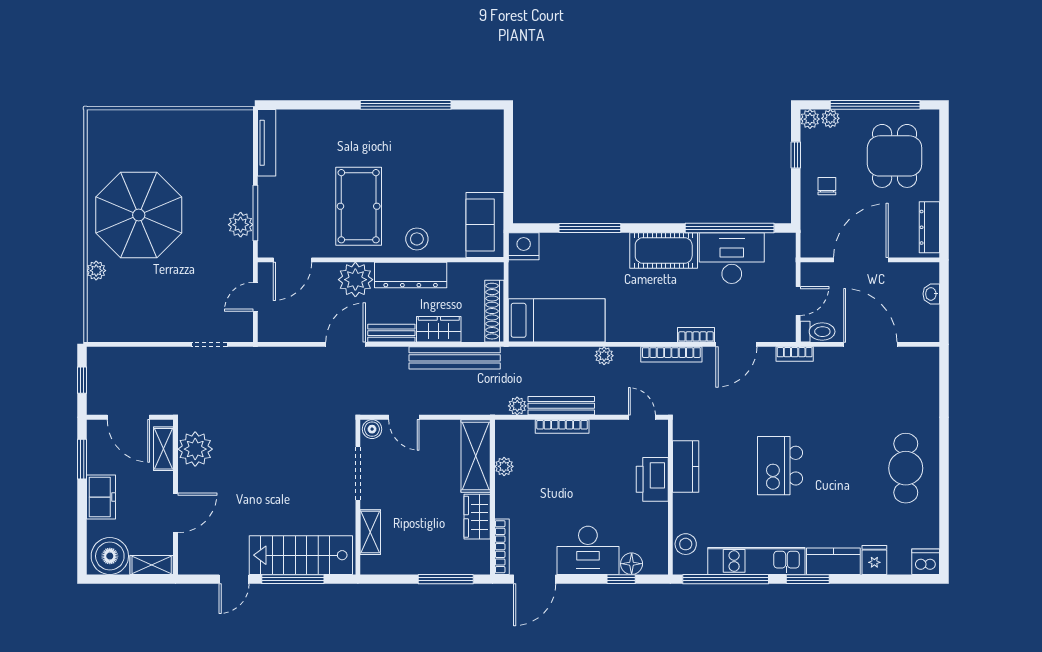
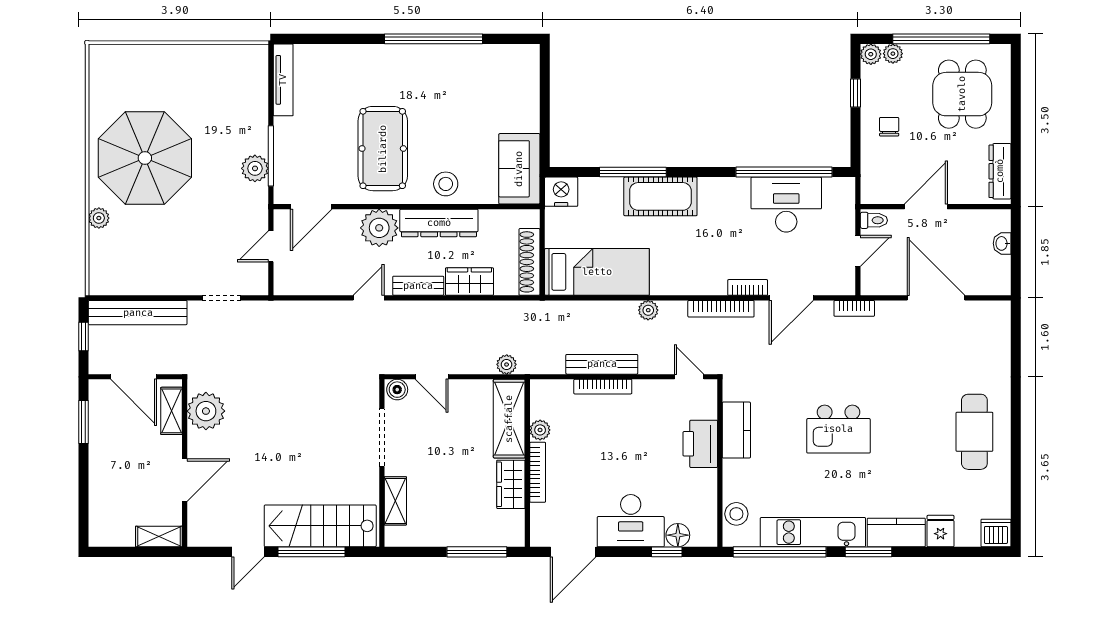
cot: (664, 251) -> (660, 196), moved
door: (861, 260) -> (926, 207), width x0.73
toilet: (818, 332) -> (874, 220), moved, width x0.73, depth x0.72
door: (346, 344) -> (369, 298), width x0.73
bench: (455, 358) -> (138, 313), moved
plant: (517, 406) -> (507, 364), moved
kitchen island: (780, 466) -> (838, 429), turned -90
freezer: (101, 497) -> (104, 463), removed
bookcase: (502, 547) -> (538, 472), moved
boiler: (110, 556) -> (114, 527), removed

